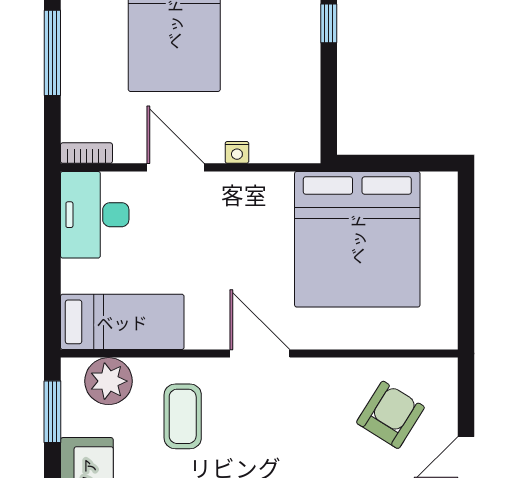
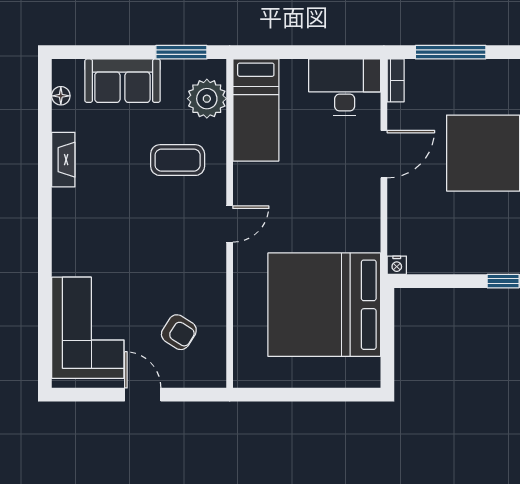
window: (52, 53) -> (451, 52), moved
nightstand: (237, 152) -> (397, 265), moved, turned -90
door: (260, 354) -> (230, 224), width x0.73
armchair: (390, 415) -> (179, 332), width x0.72, depth x0.72

